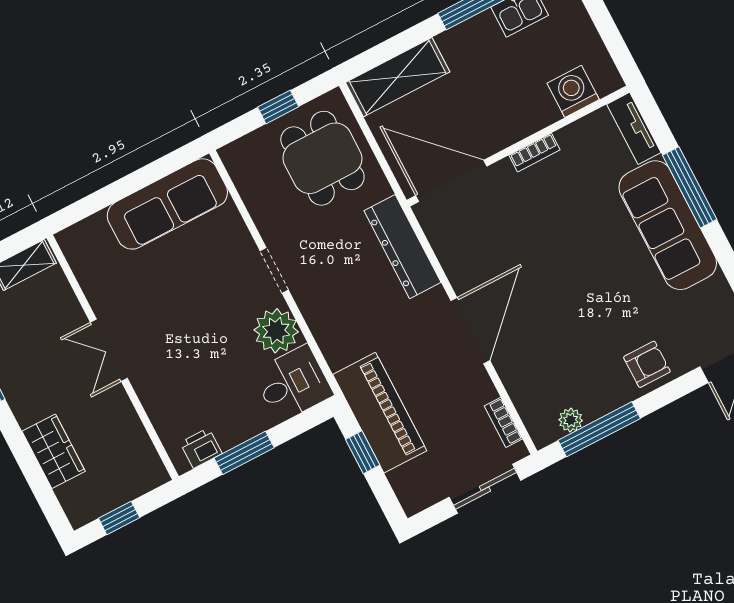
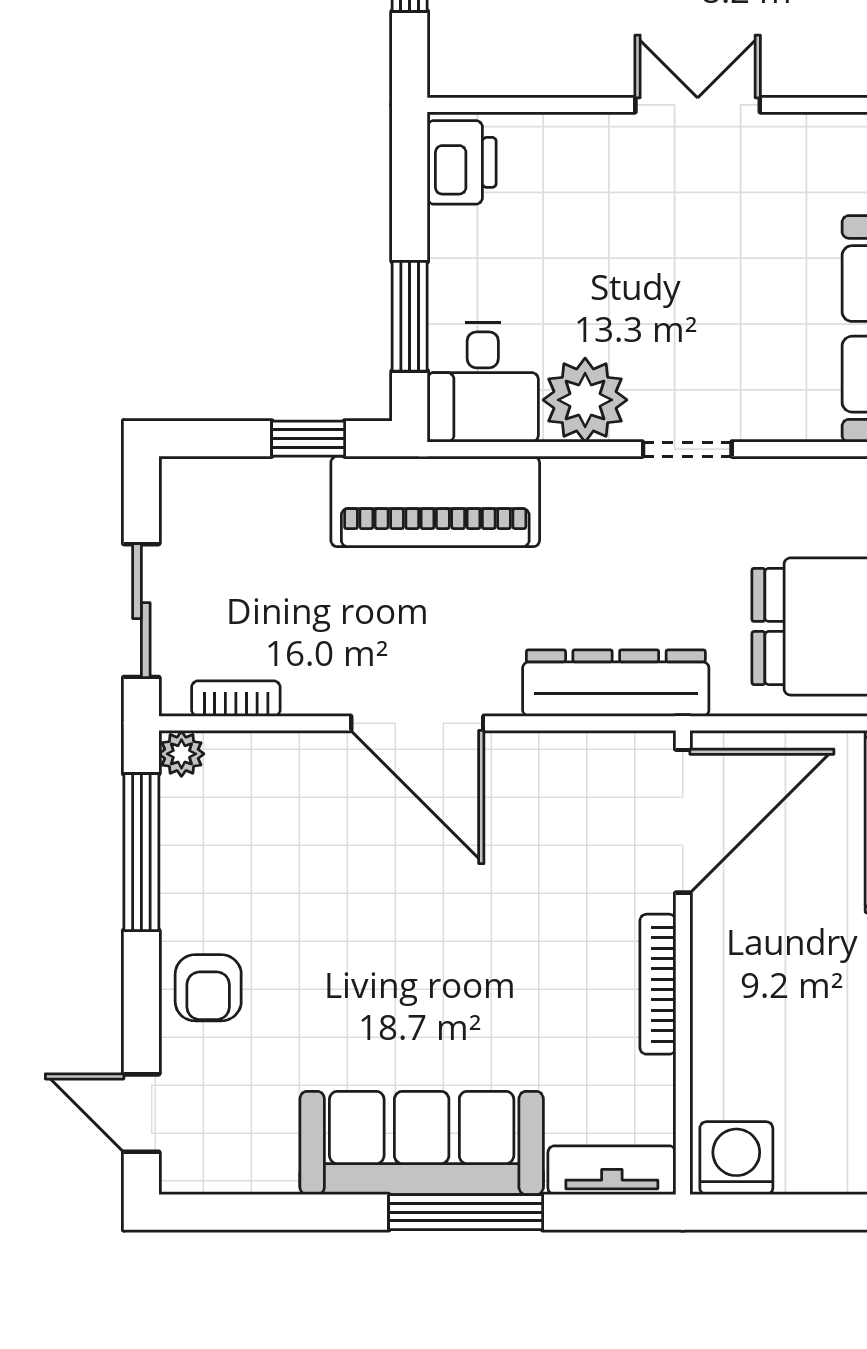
washing machine: (573, 91) -> (736, 1158), moved, turned -90
bookcase: (535, 153) -> (658, 984), width x1.56
piano: (380, 413) -> (435, 501), moved
plant: (571, 420) -> (181, 754), moved
printer: (201, 448) -> (462, 162), width x1.36, depth x1.24
window: (244, 453) -> (410, 316), moved

